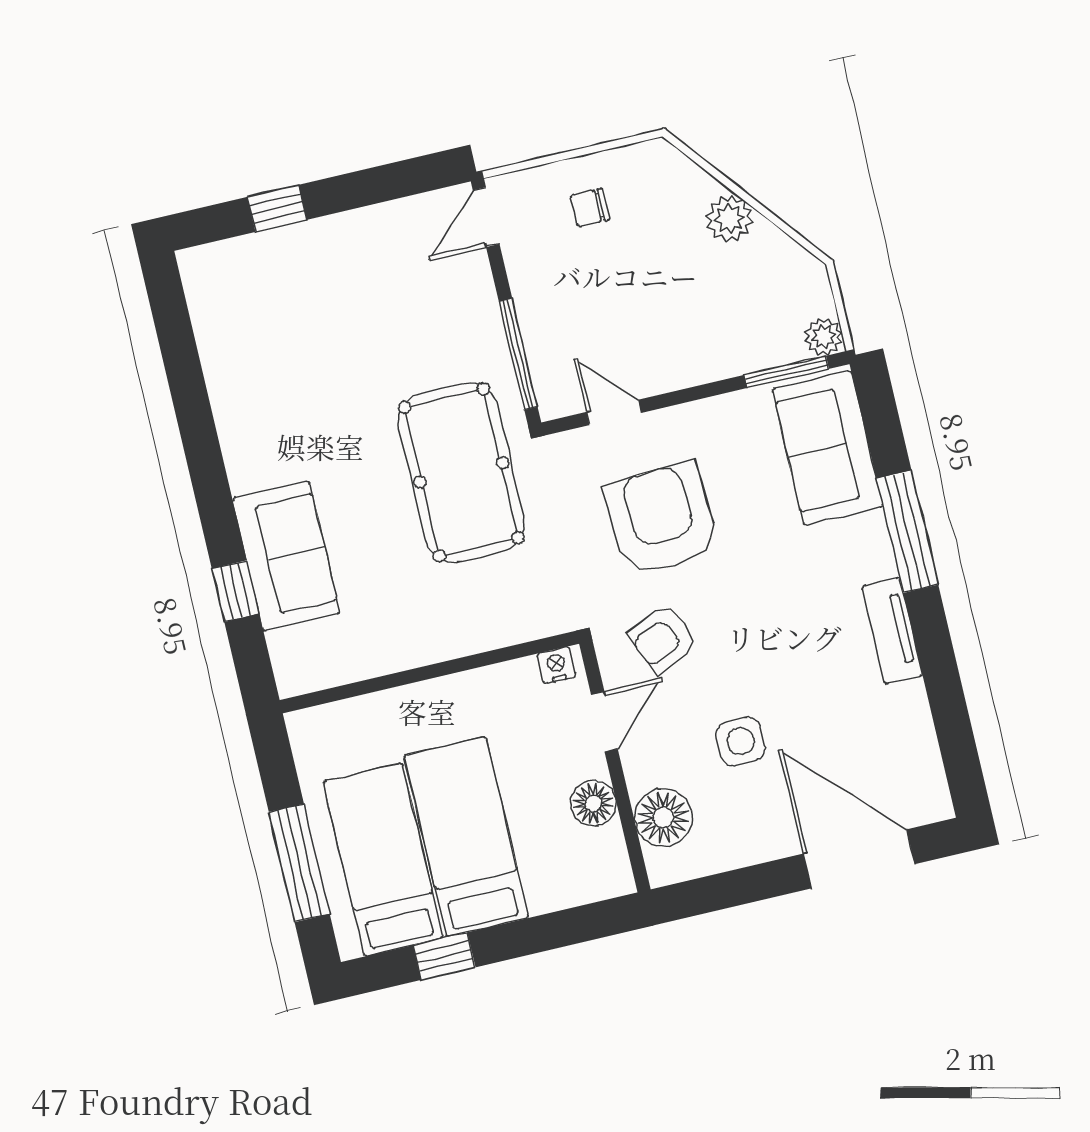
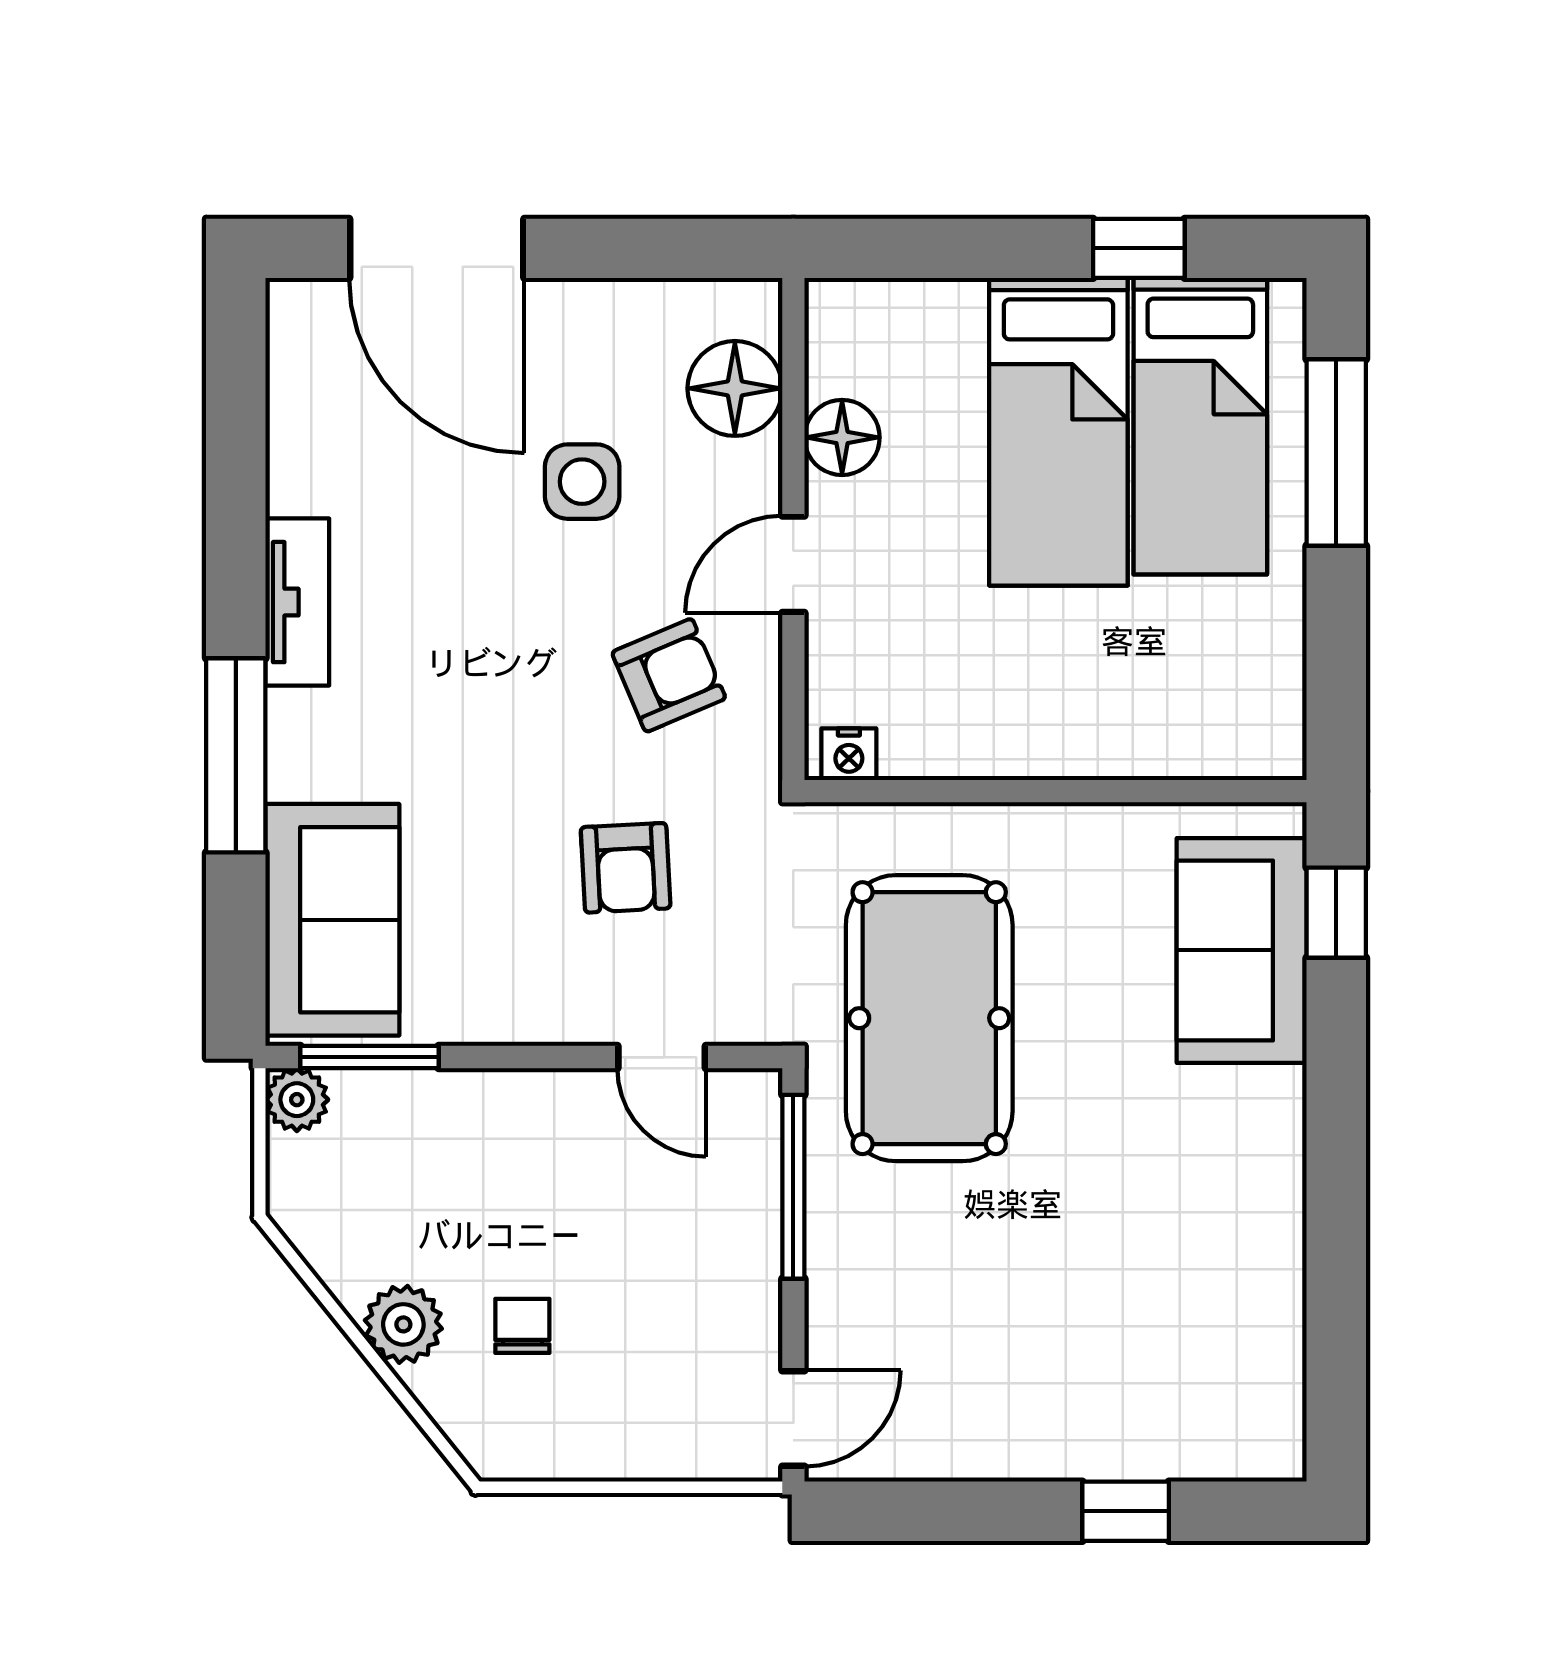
chair: (590, 208) -> (522, 1326), moved, turned -90
armchair: (662, 519) -> (626, 868), width x0.53, depth x0.53
nightstand: (557, 665) -> (849, 754), moved
wall: (429, 672) -> (1056, 791), moved

